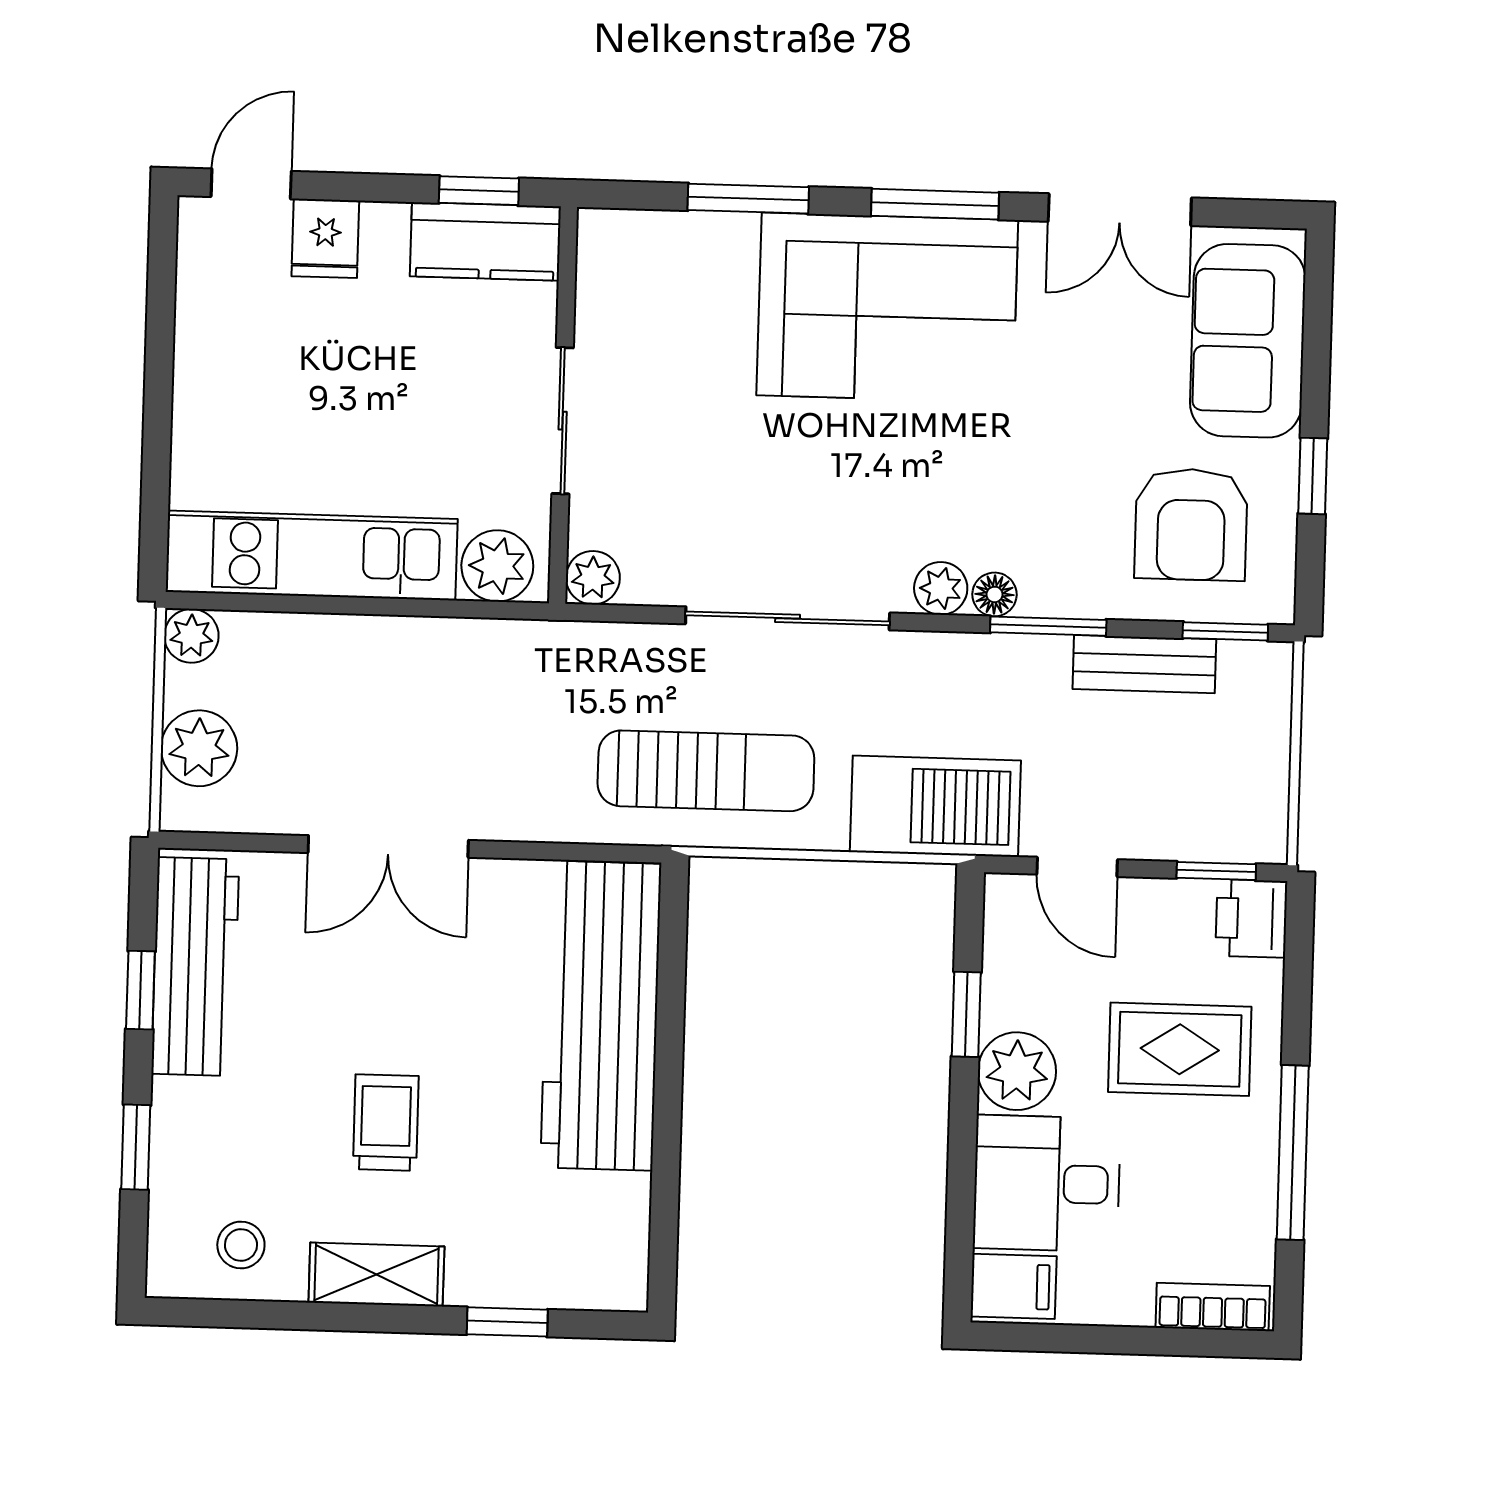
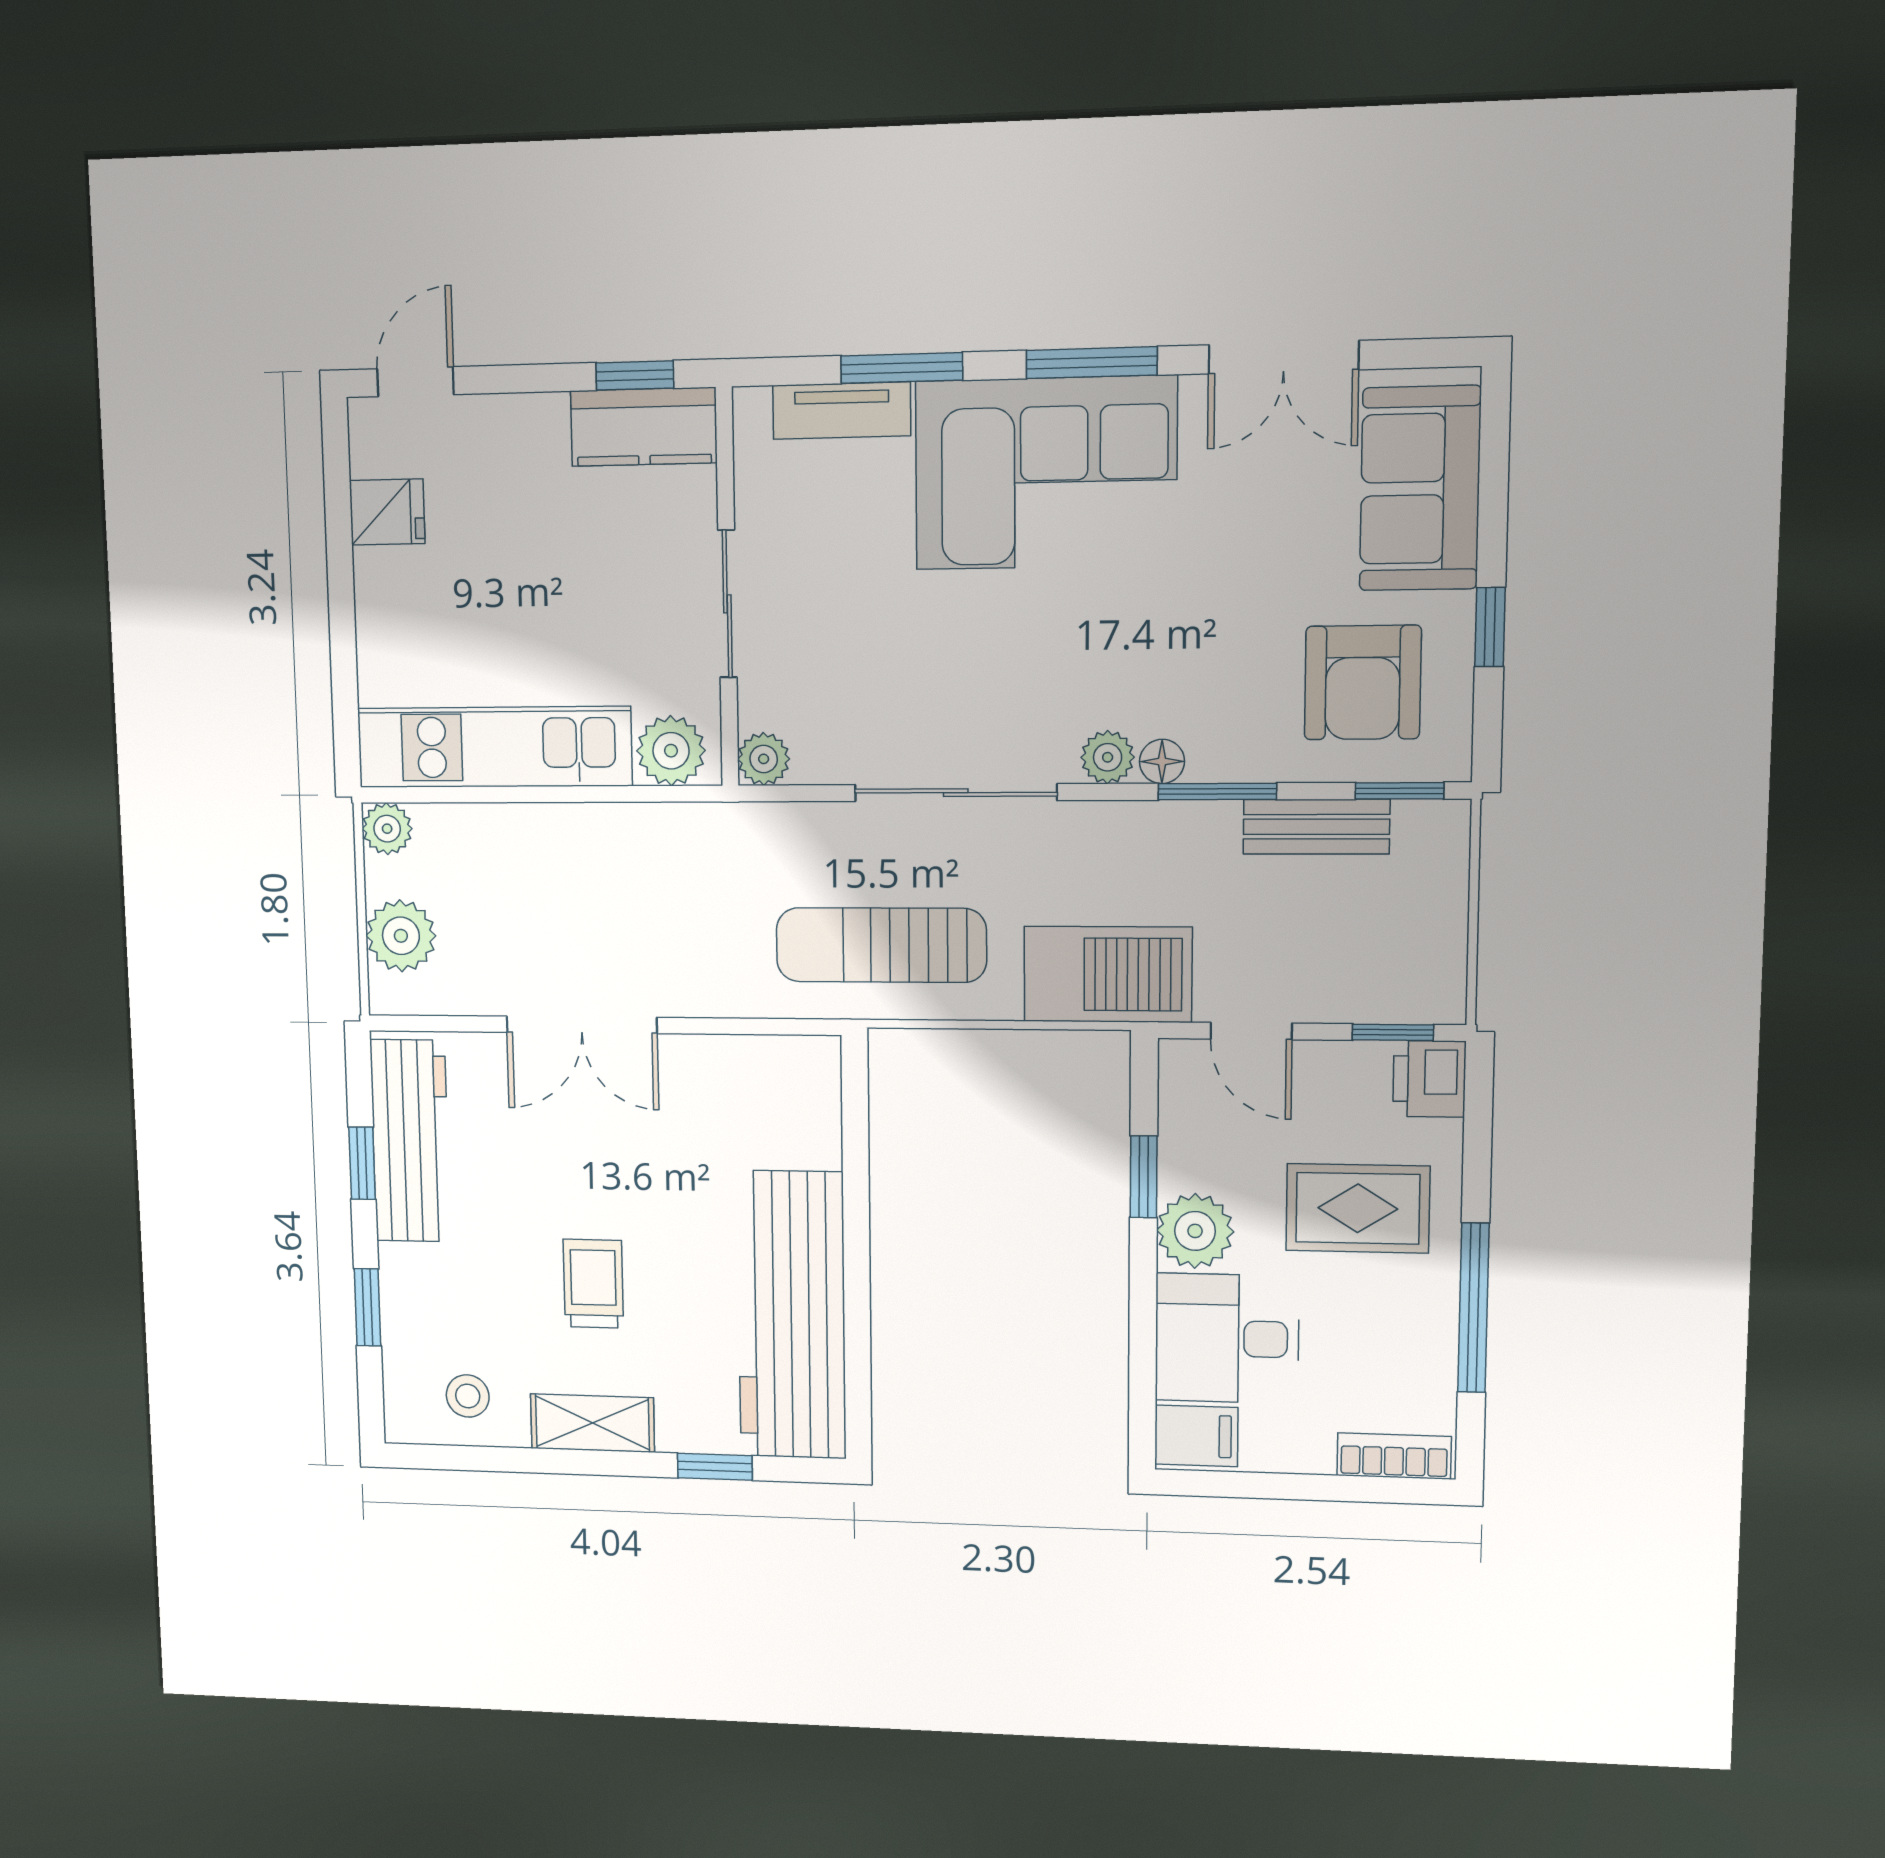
tv unit: (687, 236) -> (842, 411), added
fridge: (325, 238) -> (387, 512), moved, turned -90
sun lounger: (706, 771) -> (881, 945), turned 180
workbench: (601, 1016) -> (792, 1315), moved

